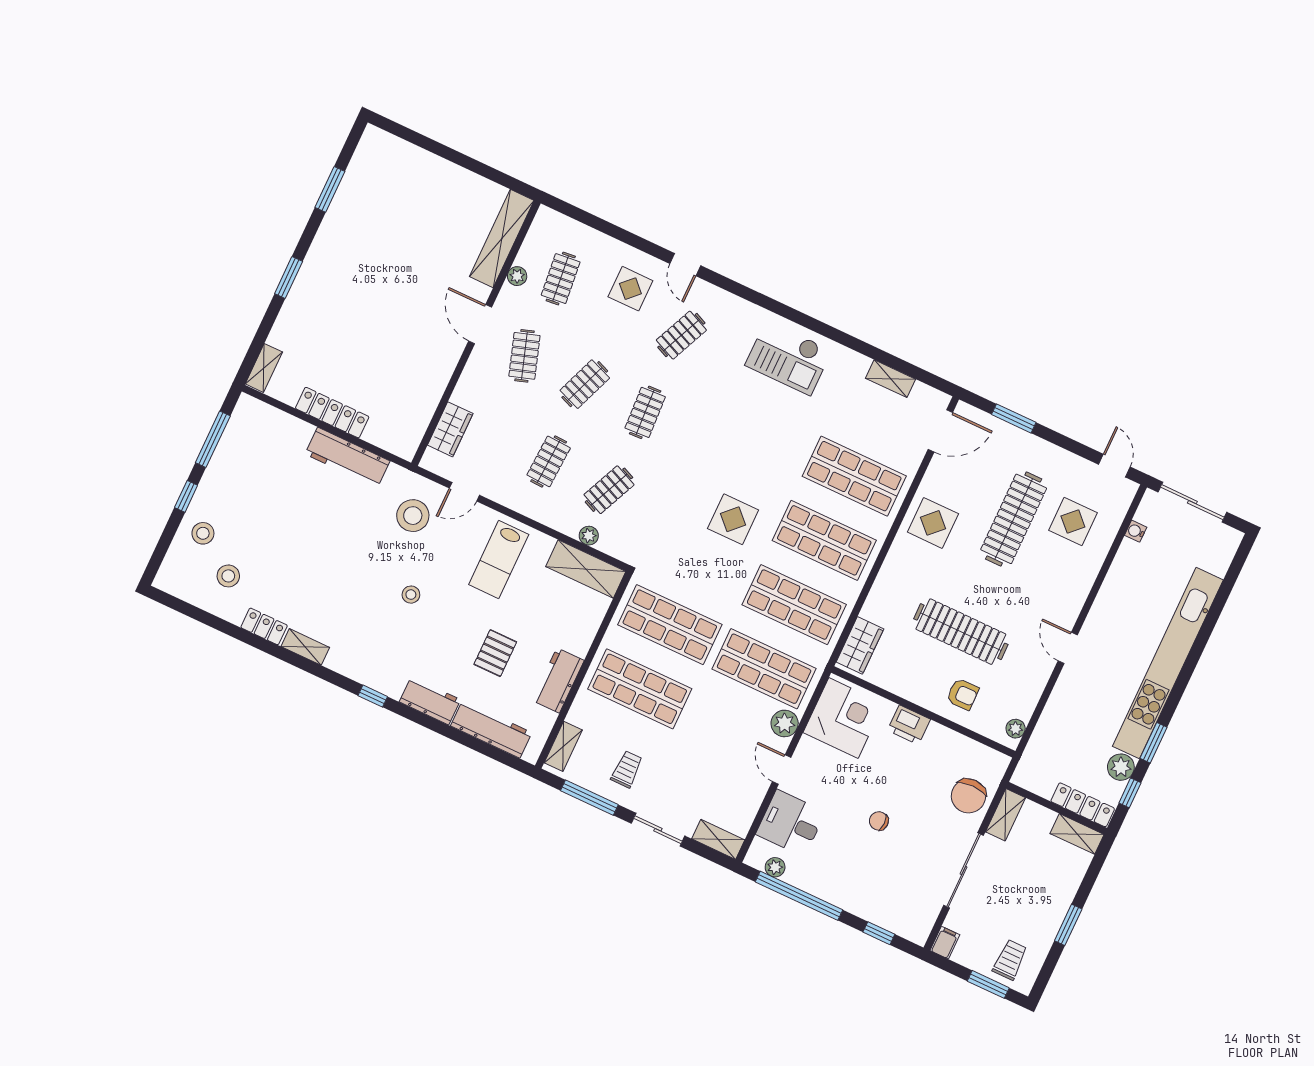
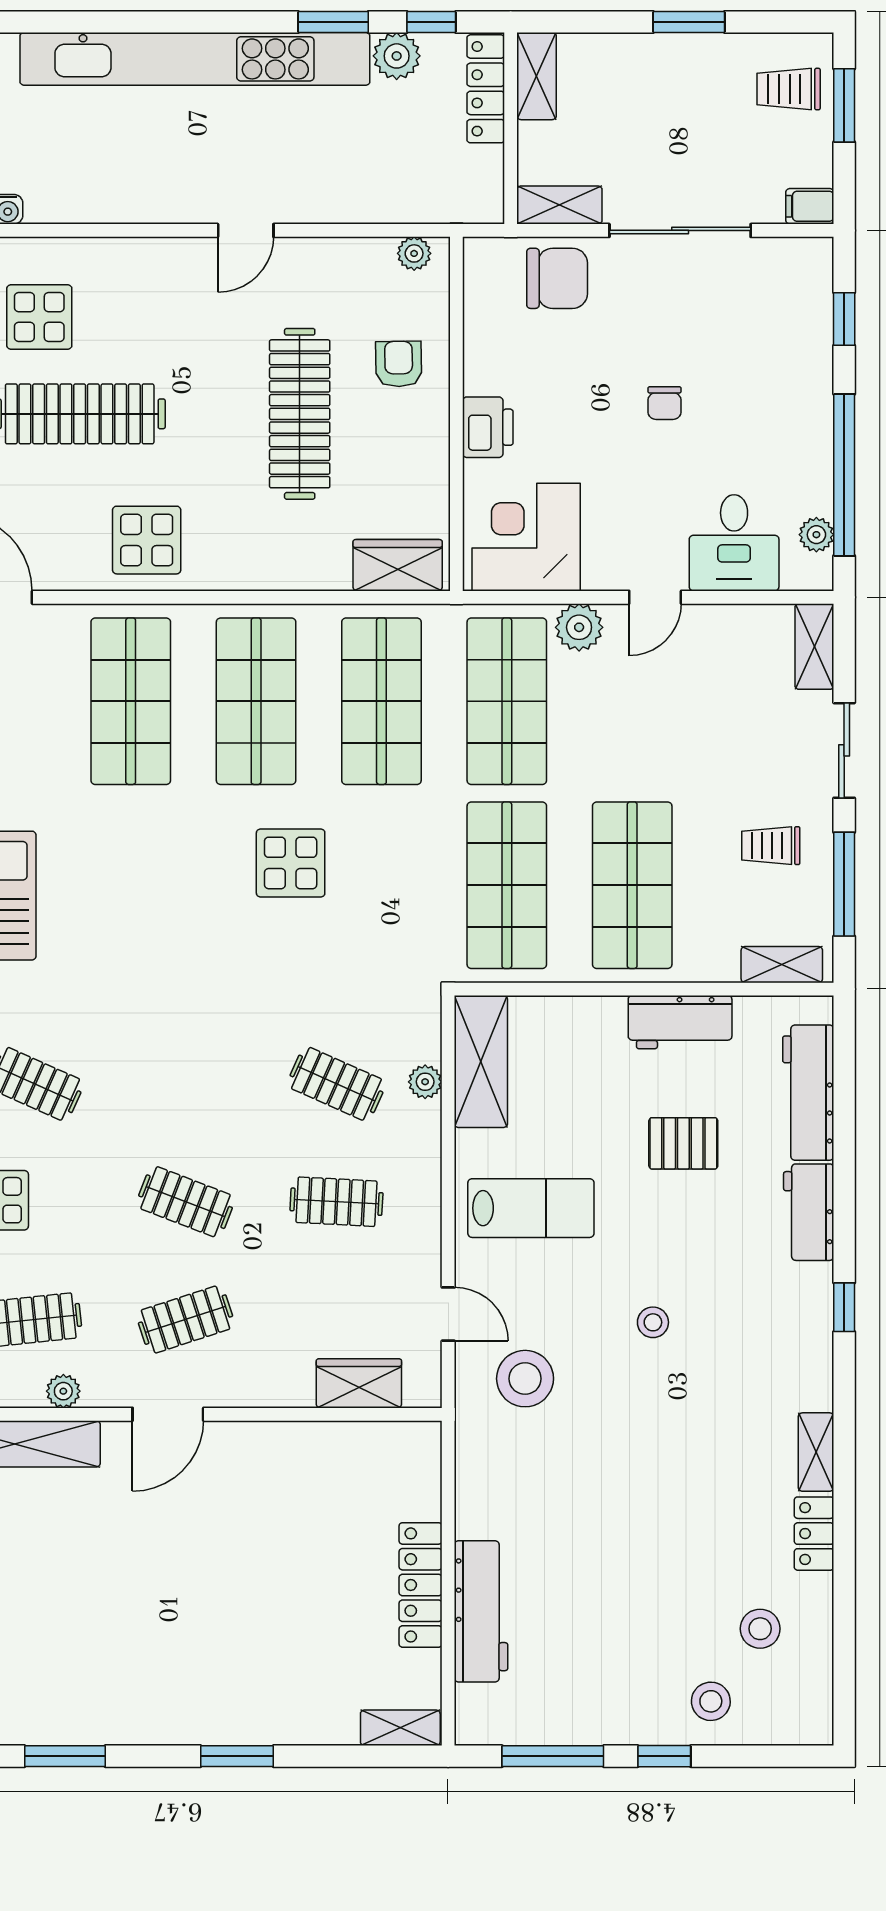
clothes rail: (645, 412) -> (186, 1084), removed
workbench: (347, 457) -> (481, 1611), moved

